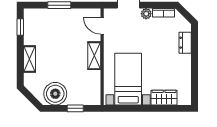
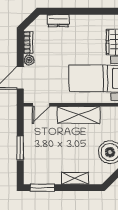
window: (20, 27) -> (43, 188), width x1.50
shelving: (94, 56) -> (79, 115), width x1.50, depth x1.33

